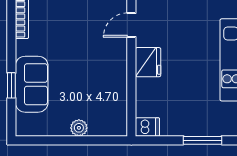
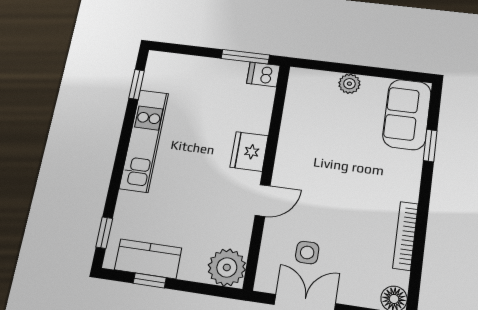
sofa: (32, 84) -> (407, 114), moved
window: (202, 140) -> (245, 57), moved

